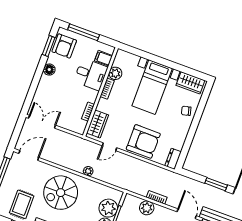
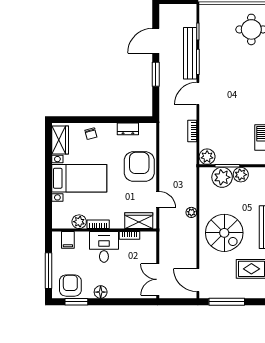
armchair: (64, 46) -> (70, 286), turned -90
desk: (91, 74) -> (104, 247), moved
dresser: (173, 159) -> (128, 129), moved
plant: (147, 208) -> (207, 157), moved

